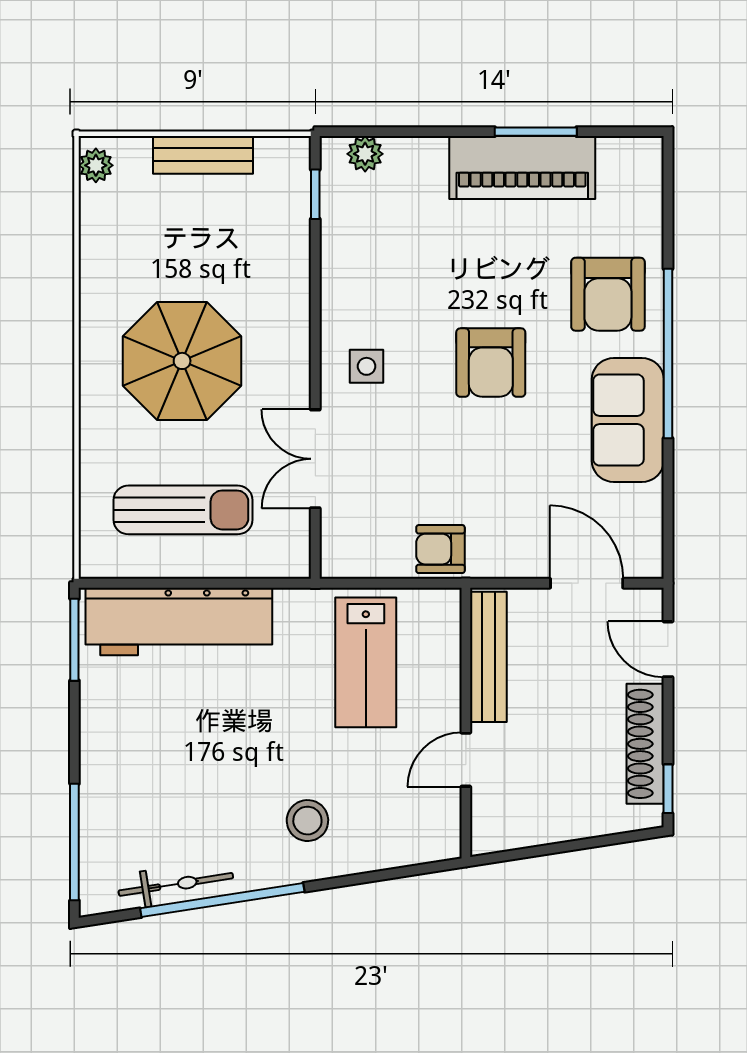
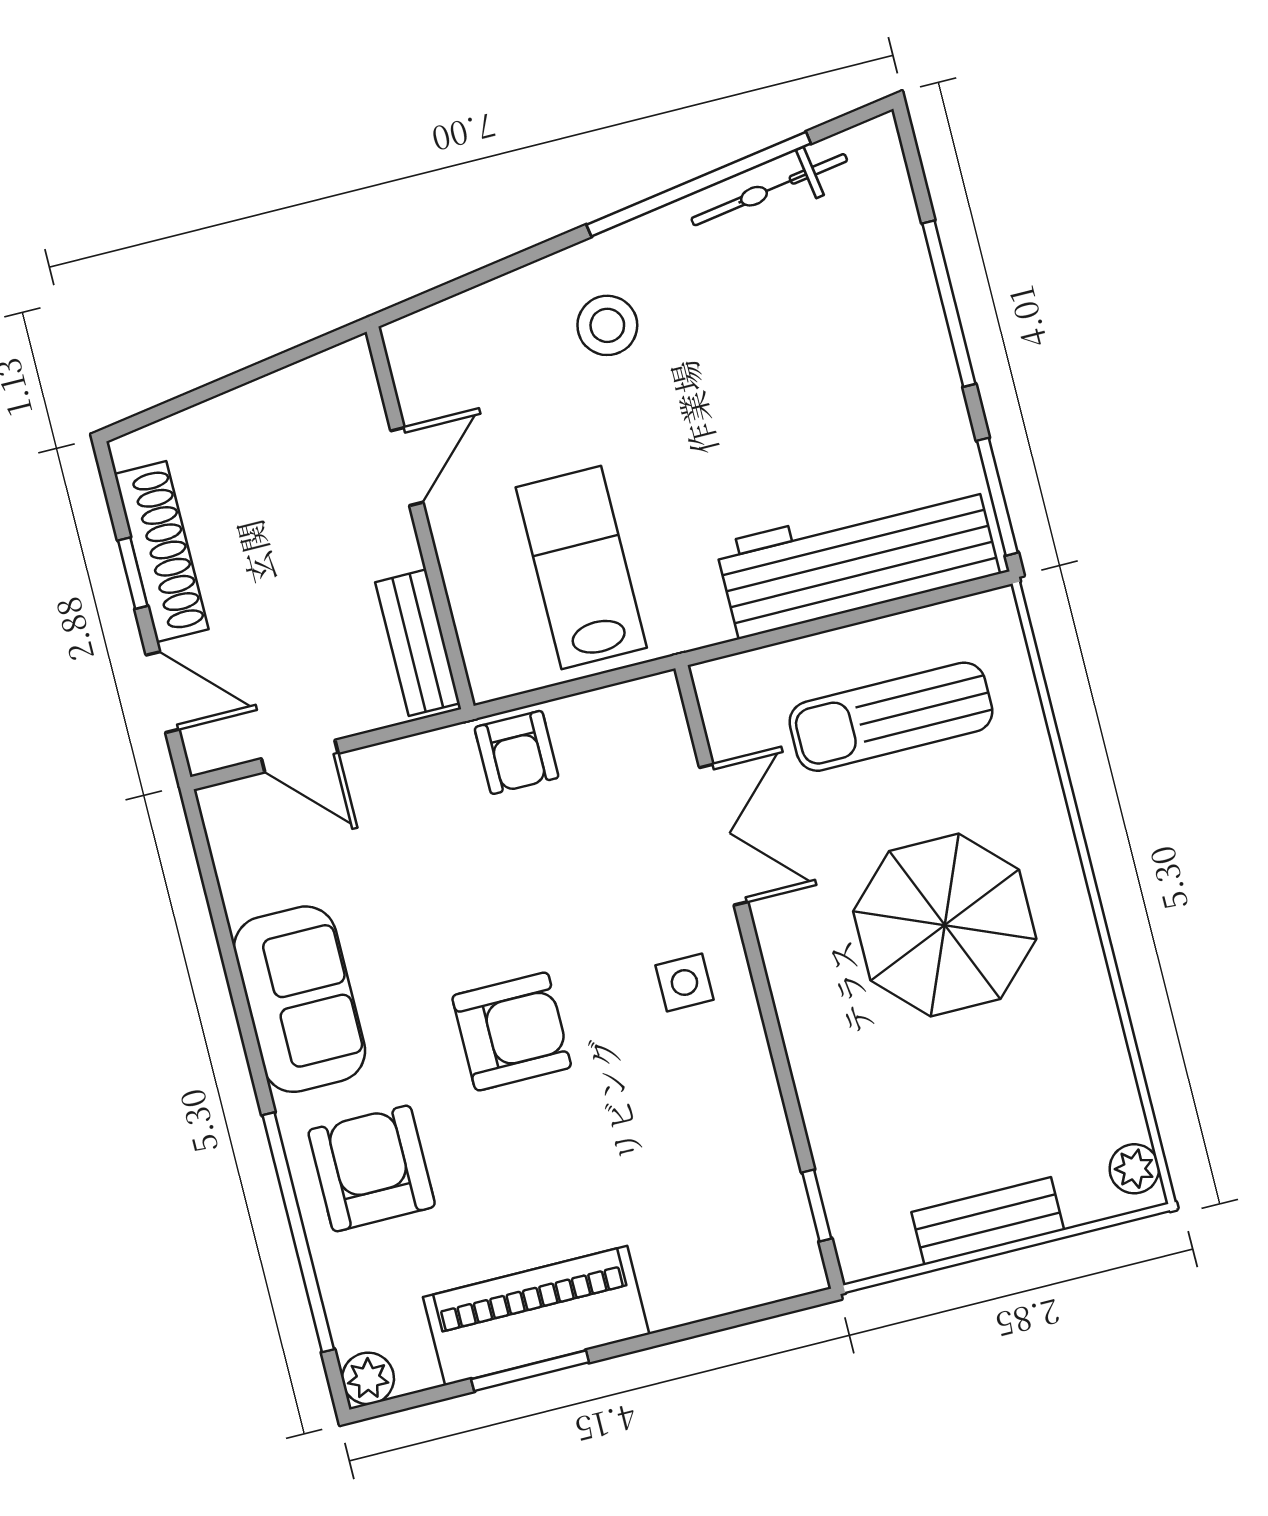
plant: (365, 154) -> (368, 1378), moved
window: (668, 354) -> (298, 1232), moved
armchair: (491, 363) -> (512, 1031), turned 90
armchair: (440, 549) -> (517, 752), turned 90
door: (587, 583) -> (300, 756), width x0.73
bench: (488, 657) -> (418, 643), width x0.73
window: (668, 789) -> (133, 573), moved
window: (74, 842) -> (949, 304), moved

